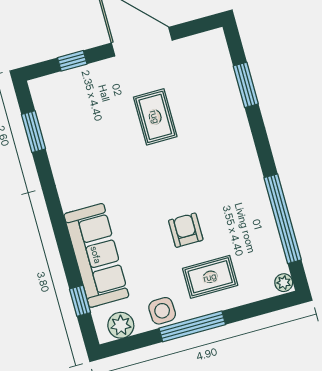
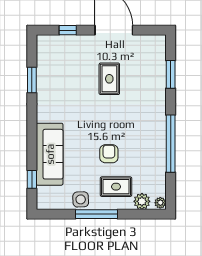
window: (33, 132) -> (32, 80), moved
window: (283, 219) -> (171, 144), moved
plant: (121, 325) -> (142, 201), moved

